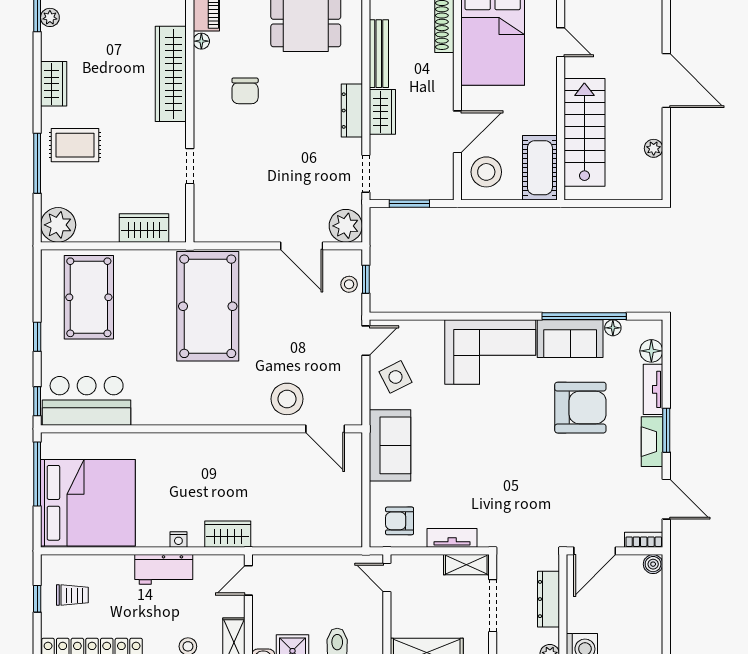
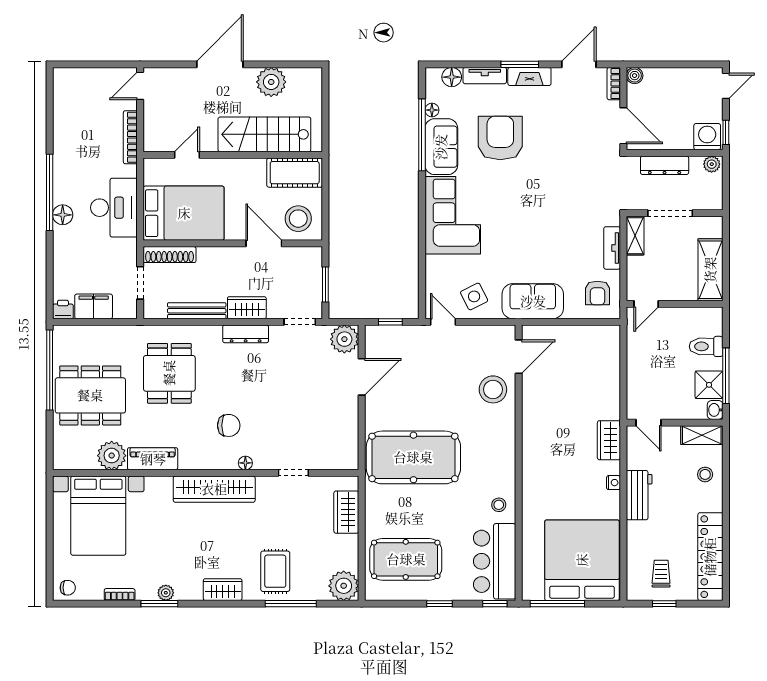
floor lamp: (201, 41) -> (245, 463), moved
plant: (654, 148) -> (271, 82), width x1.88, depth x1.88
stool: (349, 284) -> (499, 505), moved

